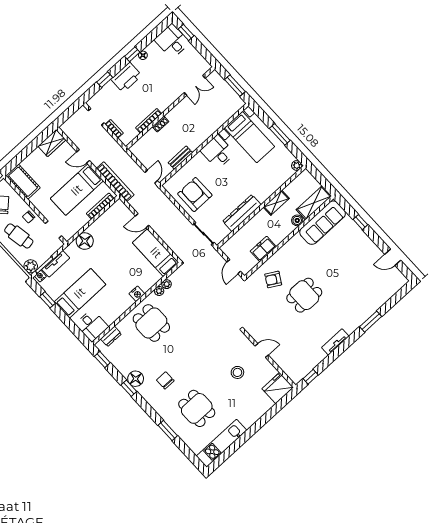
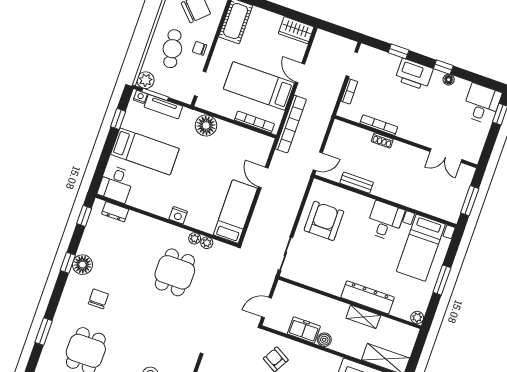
dresser: (242, 213) -> (368, 297), moved
boiler: (297, 220) -> (324, 340), moved
dining table: (151, 323) -> (175, 272), moved

